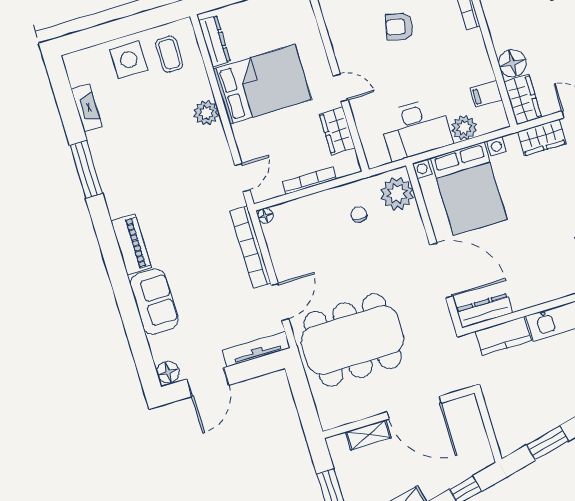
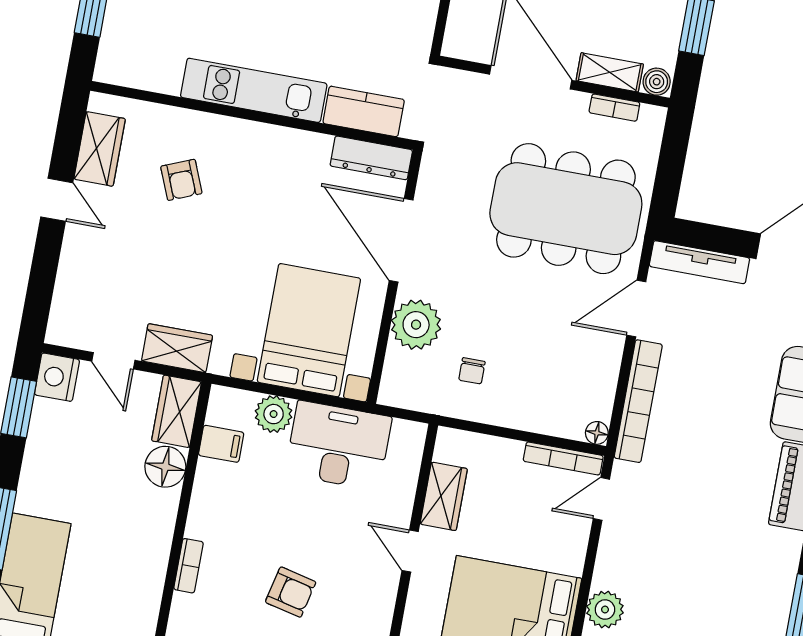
bookcase: (309, 181) -> (563, 458), moved
plant: (397, 194) -> (416, 325), moved
bookcase: (355, 415) -> (614, 108), added
boiler: (337, 444) -> (657, 82), added

